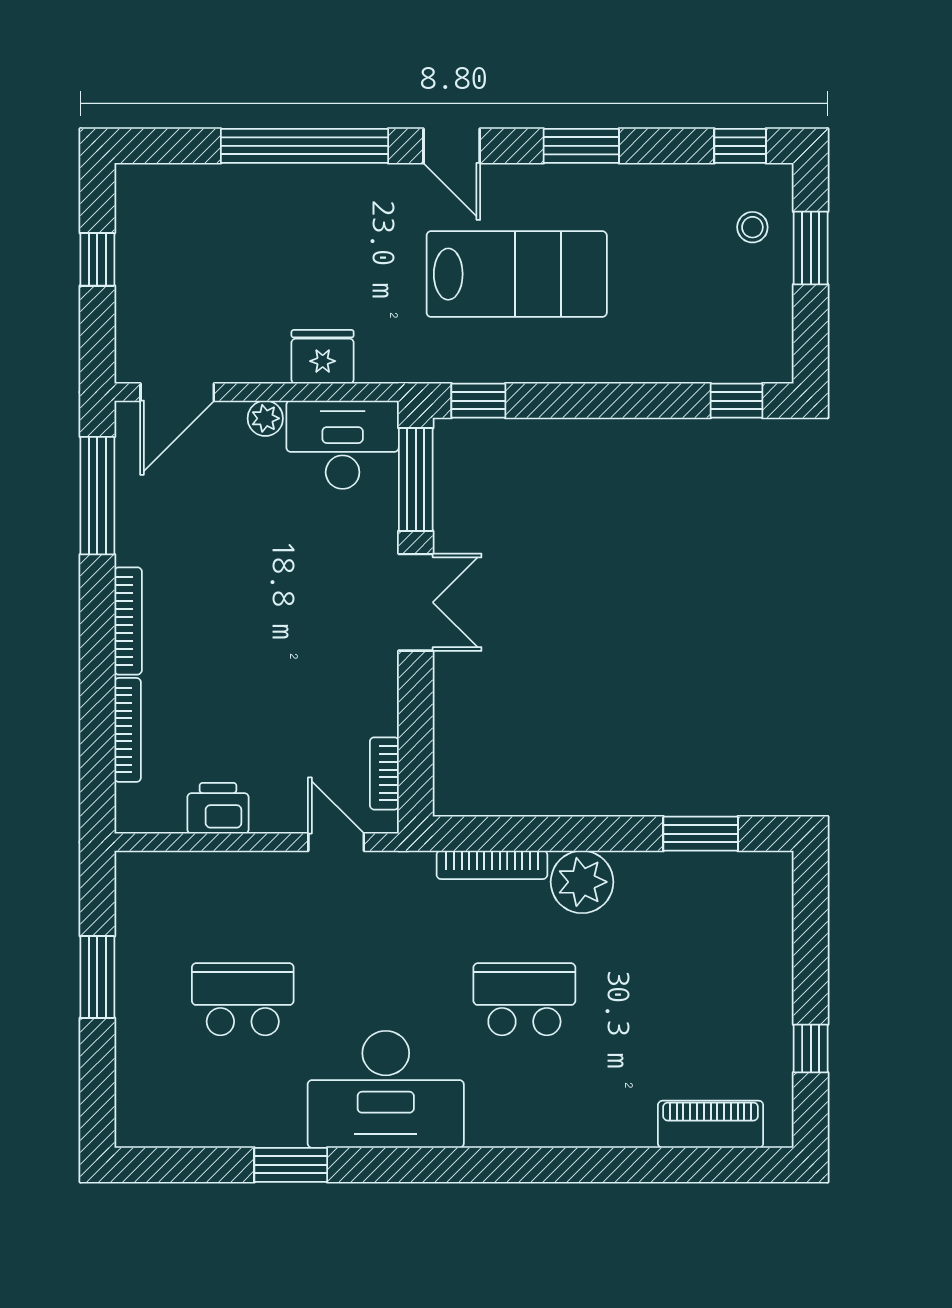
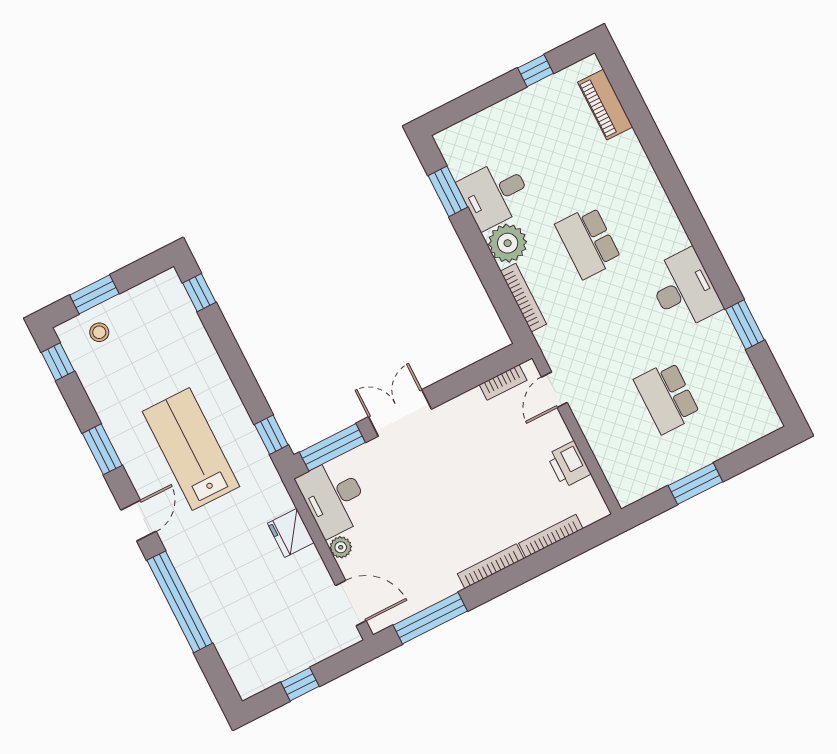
desk: (662, 900) -> (495, 194), added
desk: (386, 1089) -> (684, 290), width x0.73, depth x0.77

